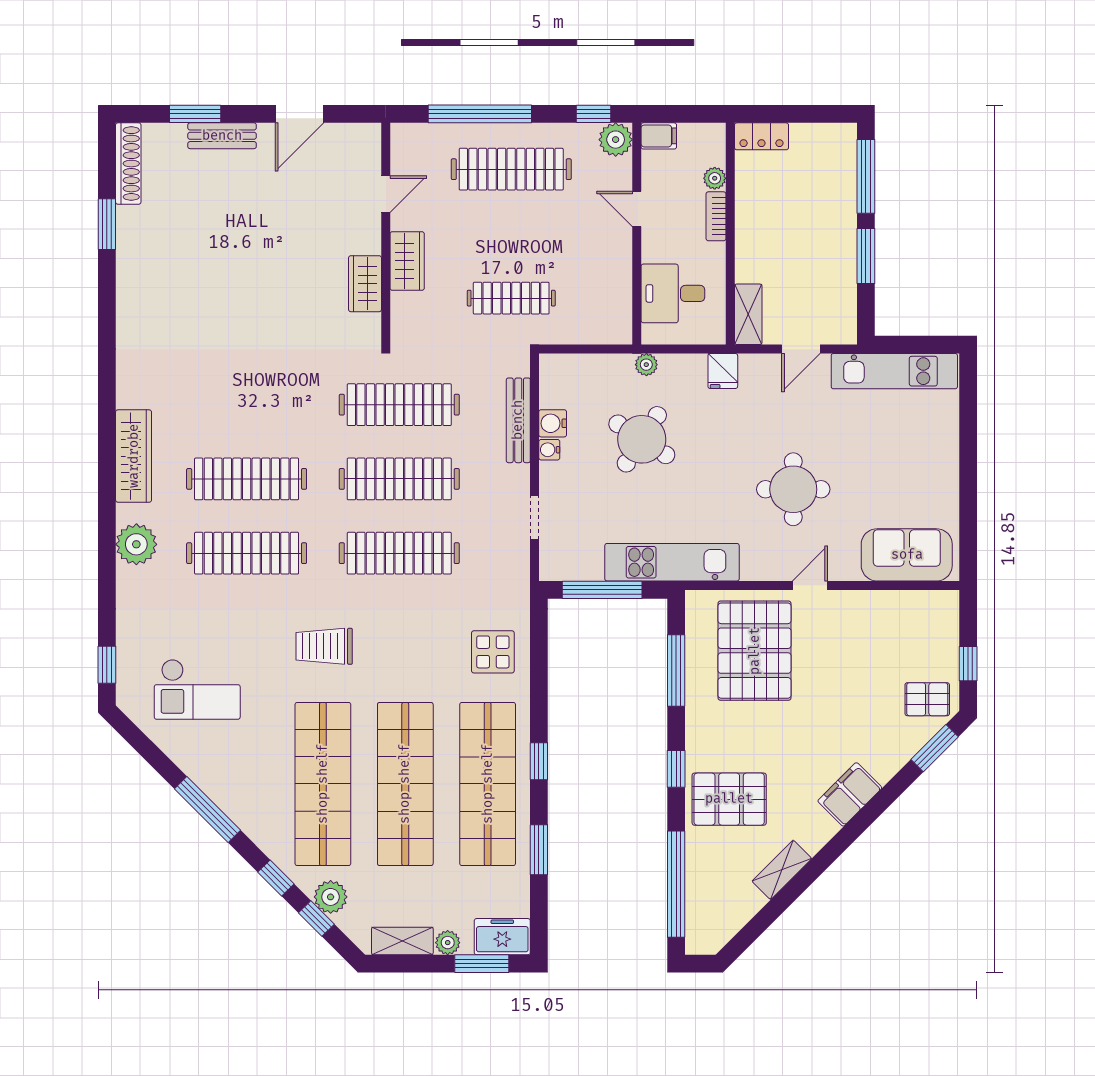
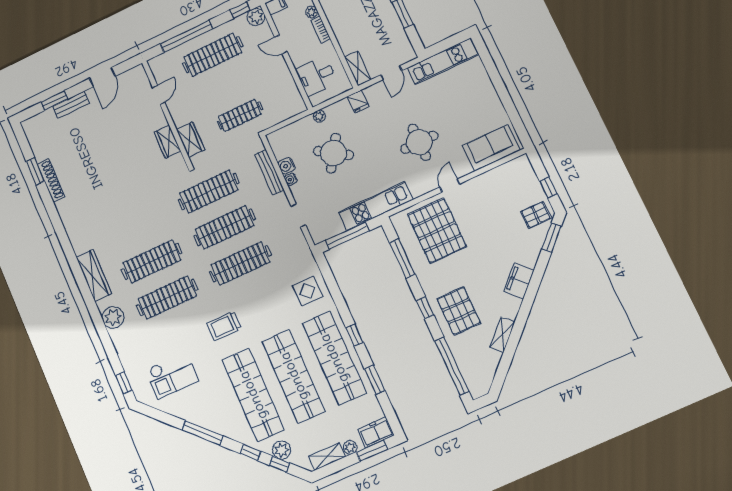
shoe rack: (128, 164) -> (51, 180), moved
wardrobe: (407, 261) -> (191, 140), moved
pallet: (729, 799) -> (459, 311), turned 90

